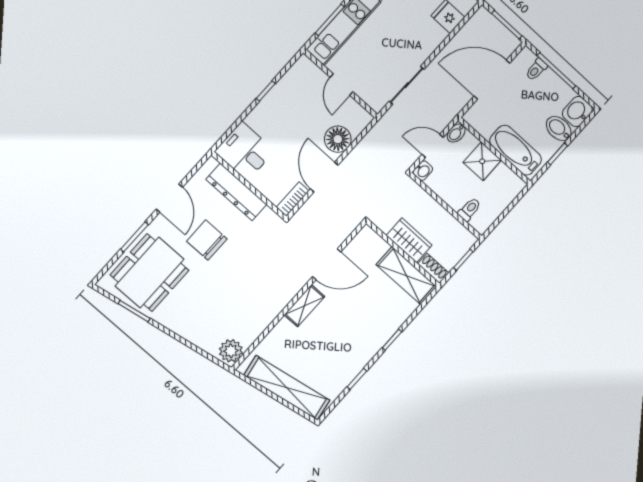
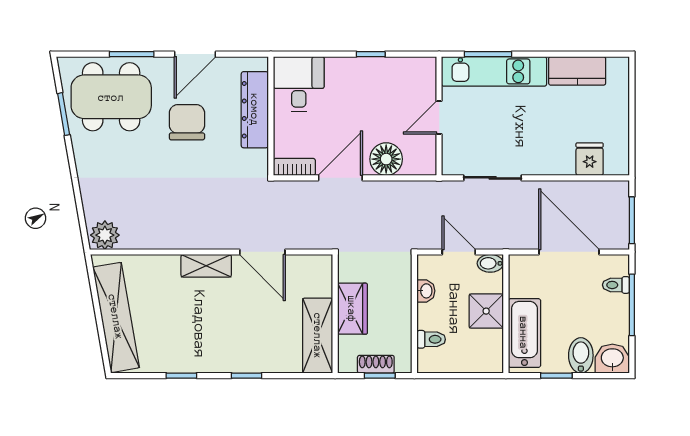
washbasin: (423, 171) -> (426, 291), moved, turned -90
shoe rack: (433, 268) -> (376, 364), moved, turned -90

